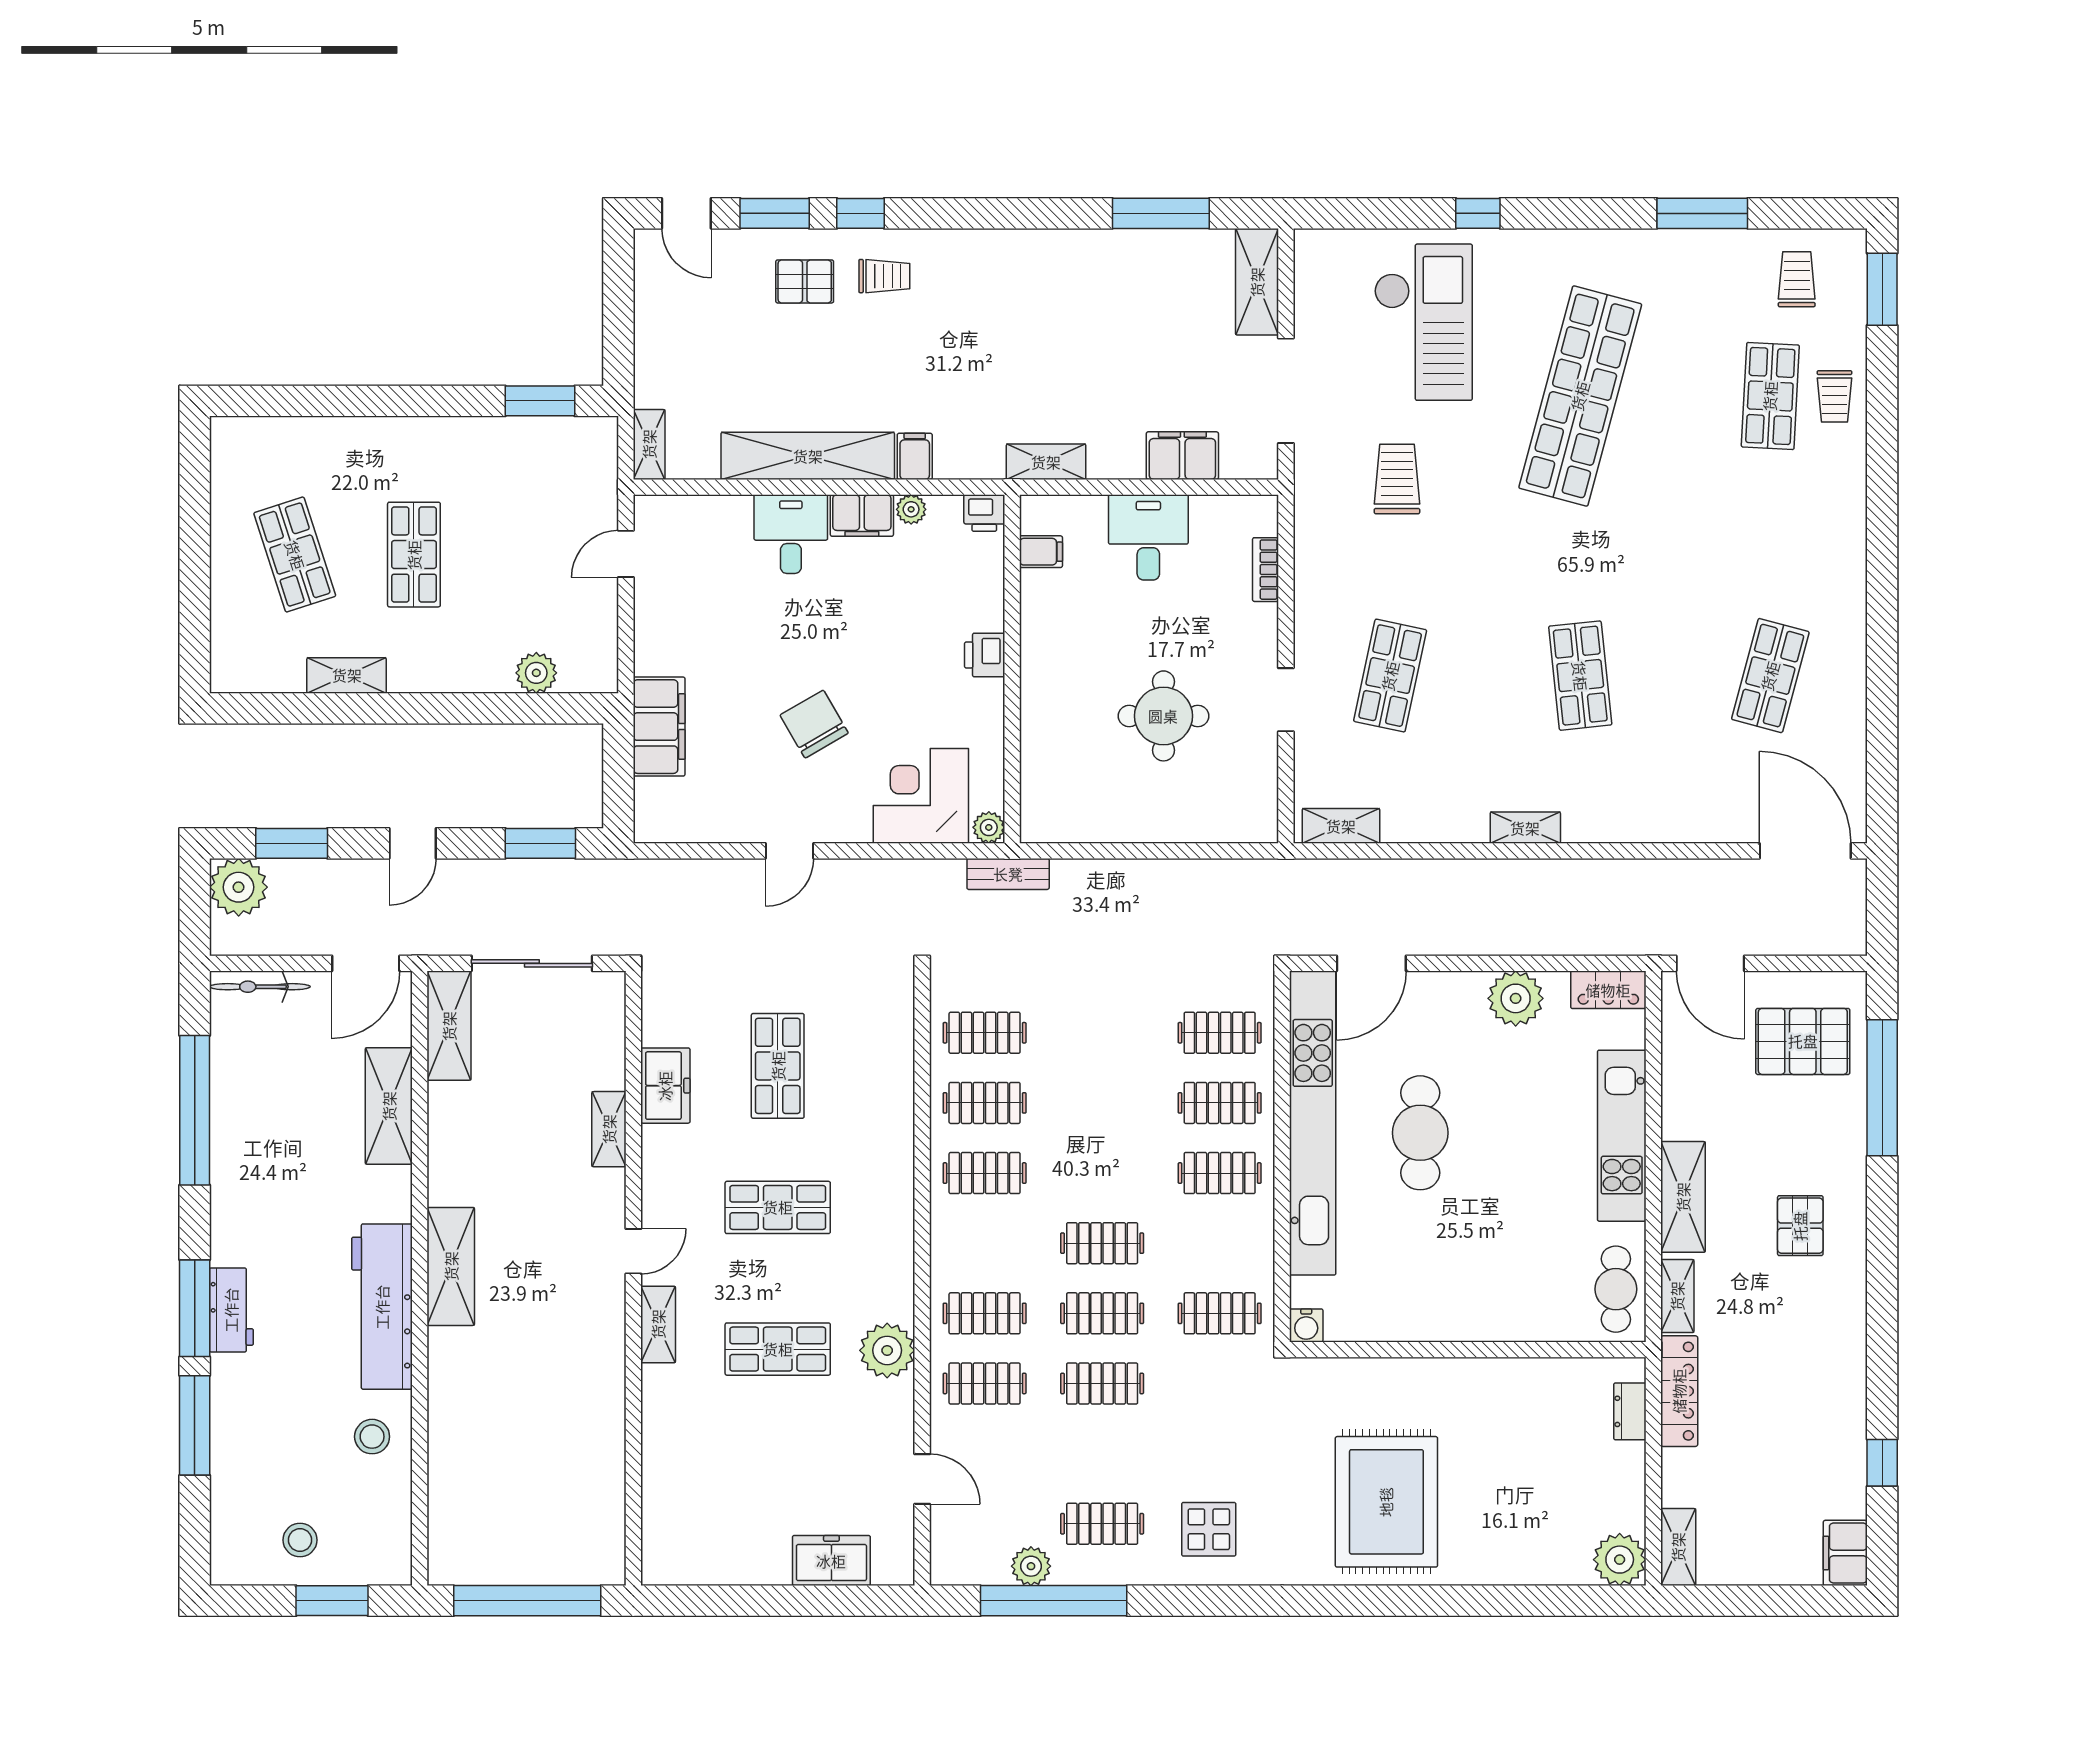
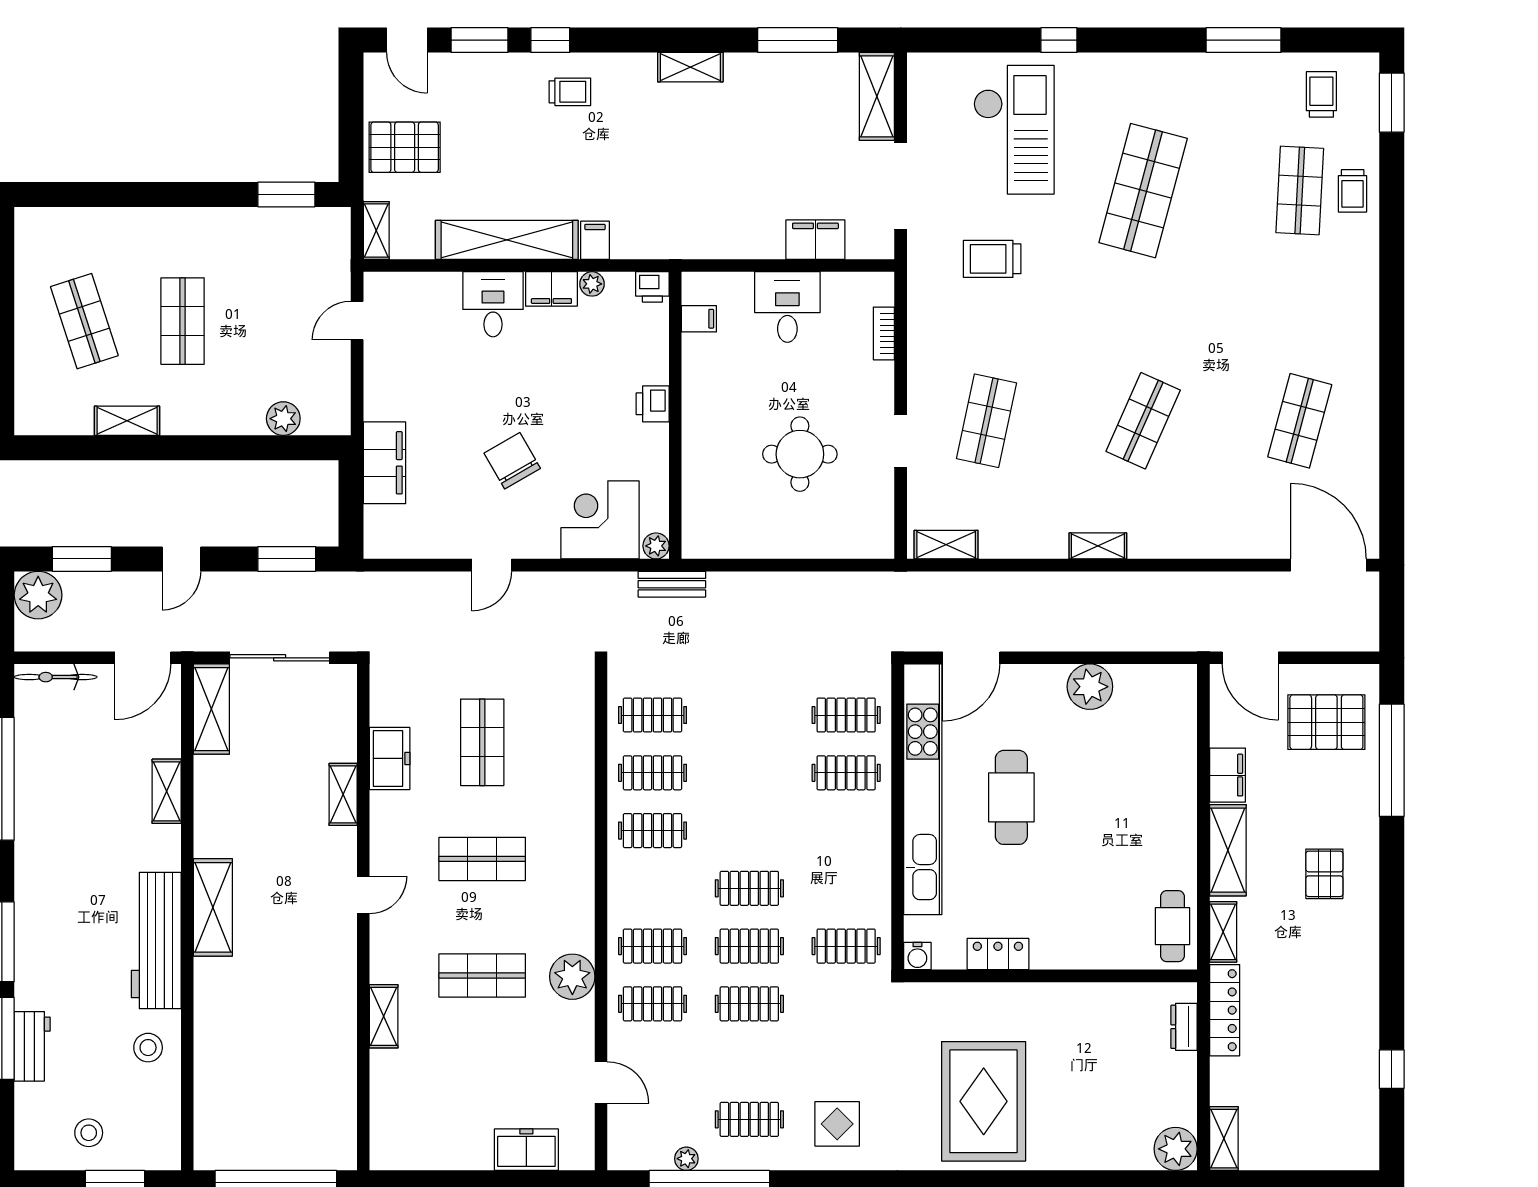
pallet: (805, 281) -> (405, 147), moved, width x1.50, depth x1.42
shop shelf: (1580, 396) -> (1143, 191), width x0.71
shelving: (1046, 462) -> (690, 67), moved
trolley: (1397, 479) -> (992, 259), turned -90
shop shelf: (1580, 676) -> (1143, 421), turned 30
locker: (1608, 990) -> (998, 954), moved, turned 180
shelving: (389, 1106) -> (167, 791), width x0.67, depth x0.75
kitchen unit: (1622, 1136) -> (1177, 800), removed
clothes rail: (1220, 1173) -> (846, 831), removed
workbench: (231, 1310) -> (32, 1046), moved
shelving: (658, 1324) -> (384, 1016), moved
filing cabinet: (1845, 1553) -> (1227, 775), moved, turned 180
plant: (1031, 1566) -> (686, 1159), width x0.73, depth x0.73

